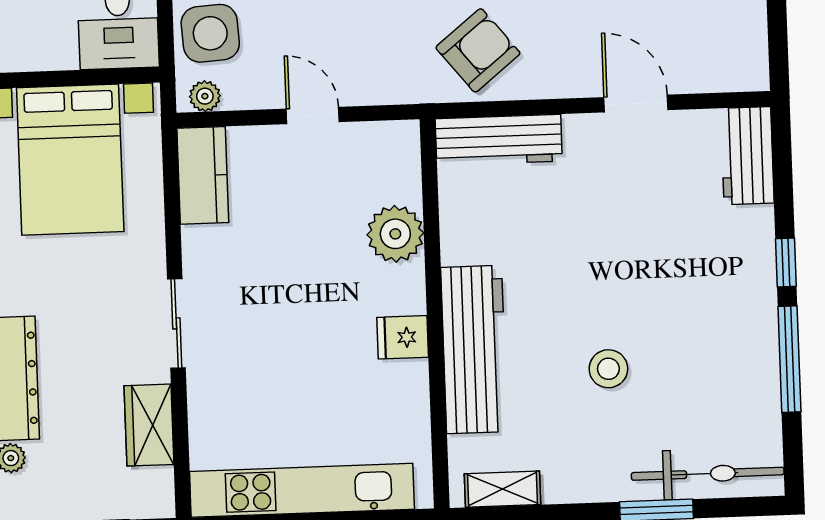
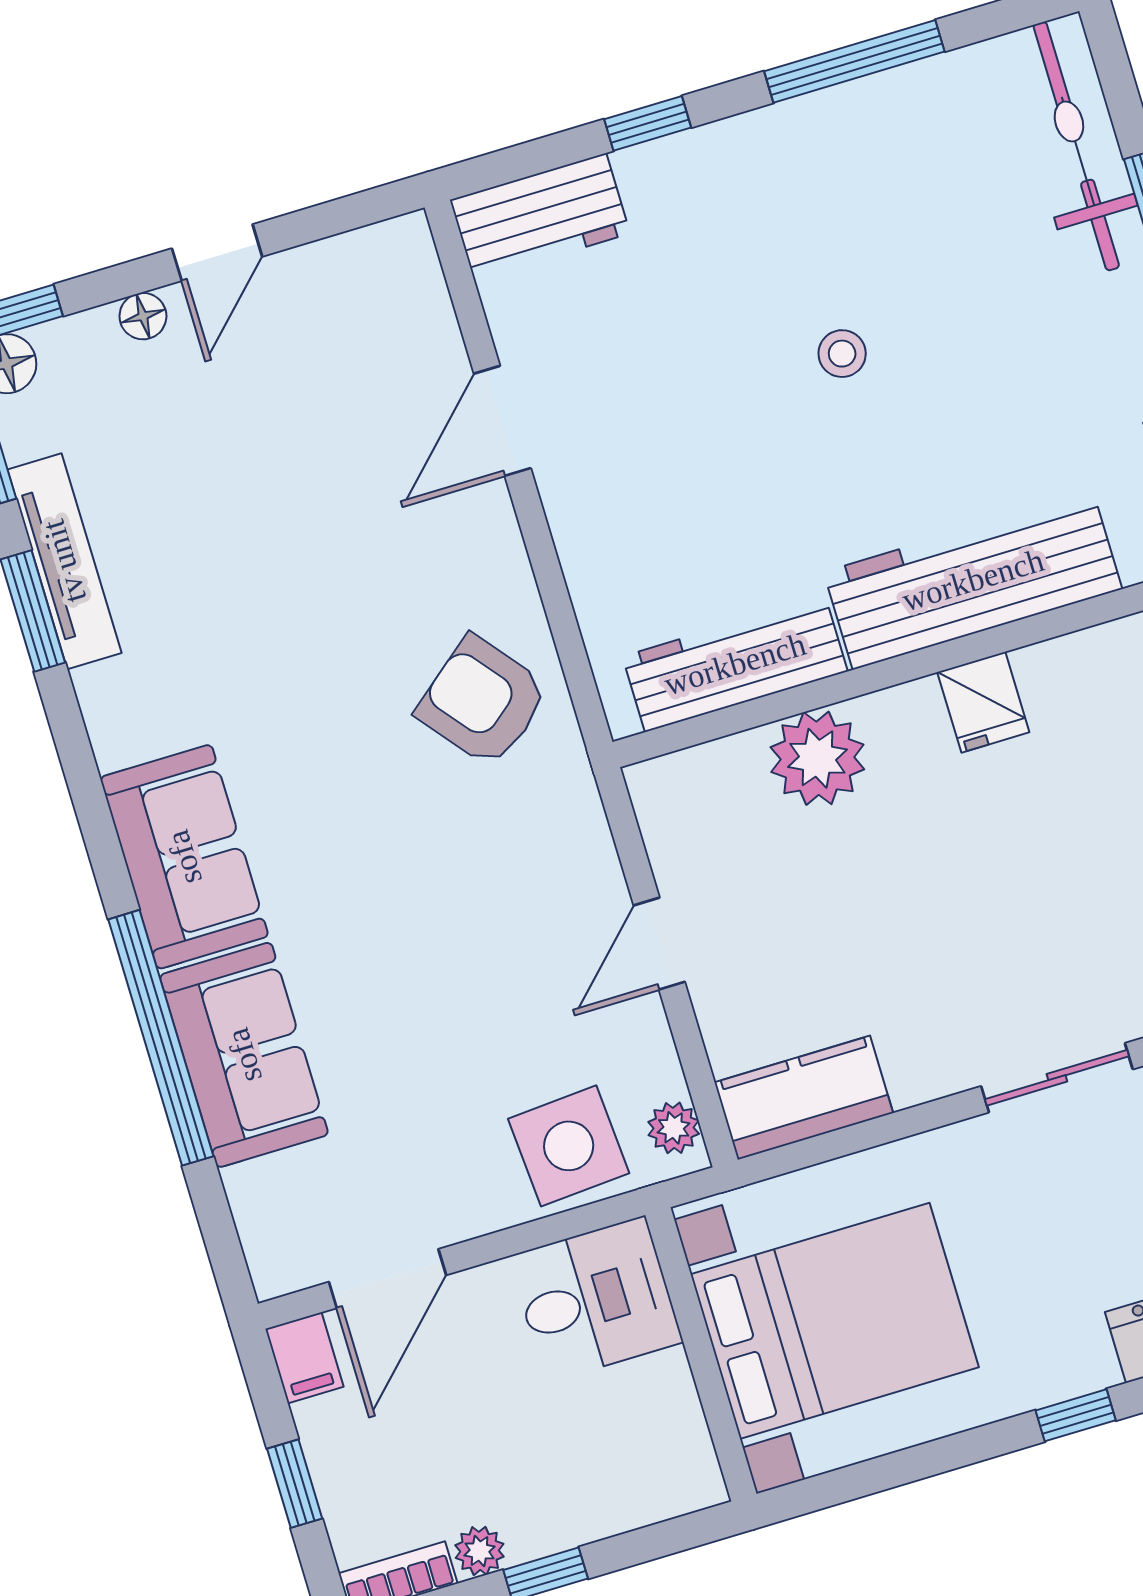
workbench: (499, 140) -> (735, 664), moved, turned -90
window: (786, 262) -> (648, 123), moved
stool: (608, 369) -> (842, 354), moved, width x0.73, depth x0.73

